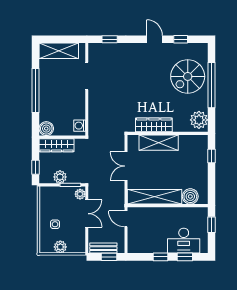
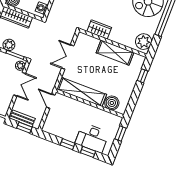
wardrobe: (154, 125) -> (99, 29), width x0.67
shelving: (159, 143) -> (115, 53), moved

